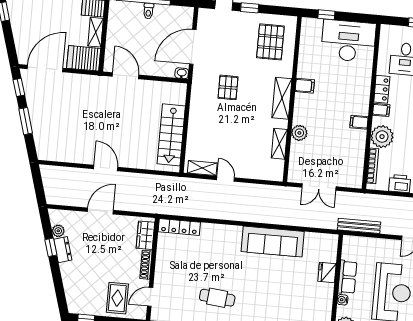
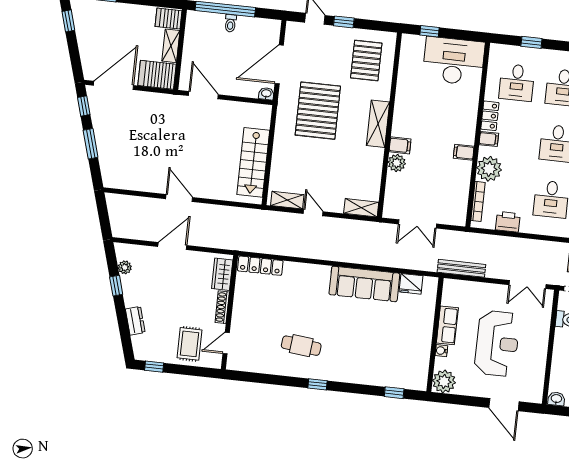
filing cabinet: (305, 86) -> (400, 145), moved
pallet: (228, 87) -> (318, 111), width x2.05, depth x2.00
shelving: (279, 144) -> (361, 208), moved, turned 90
dresser: (63, 250) -> (135, 321), moved
fridge: (327, 273) -> (411, 284), moved, turned -90

